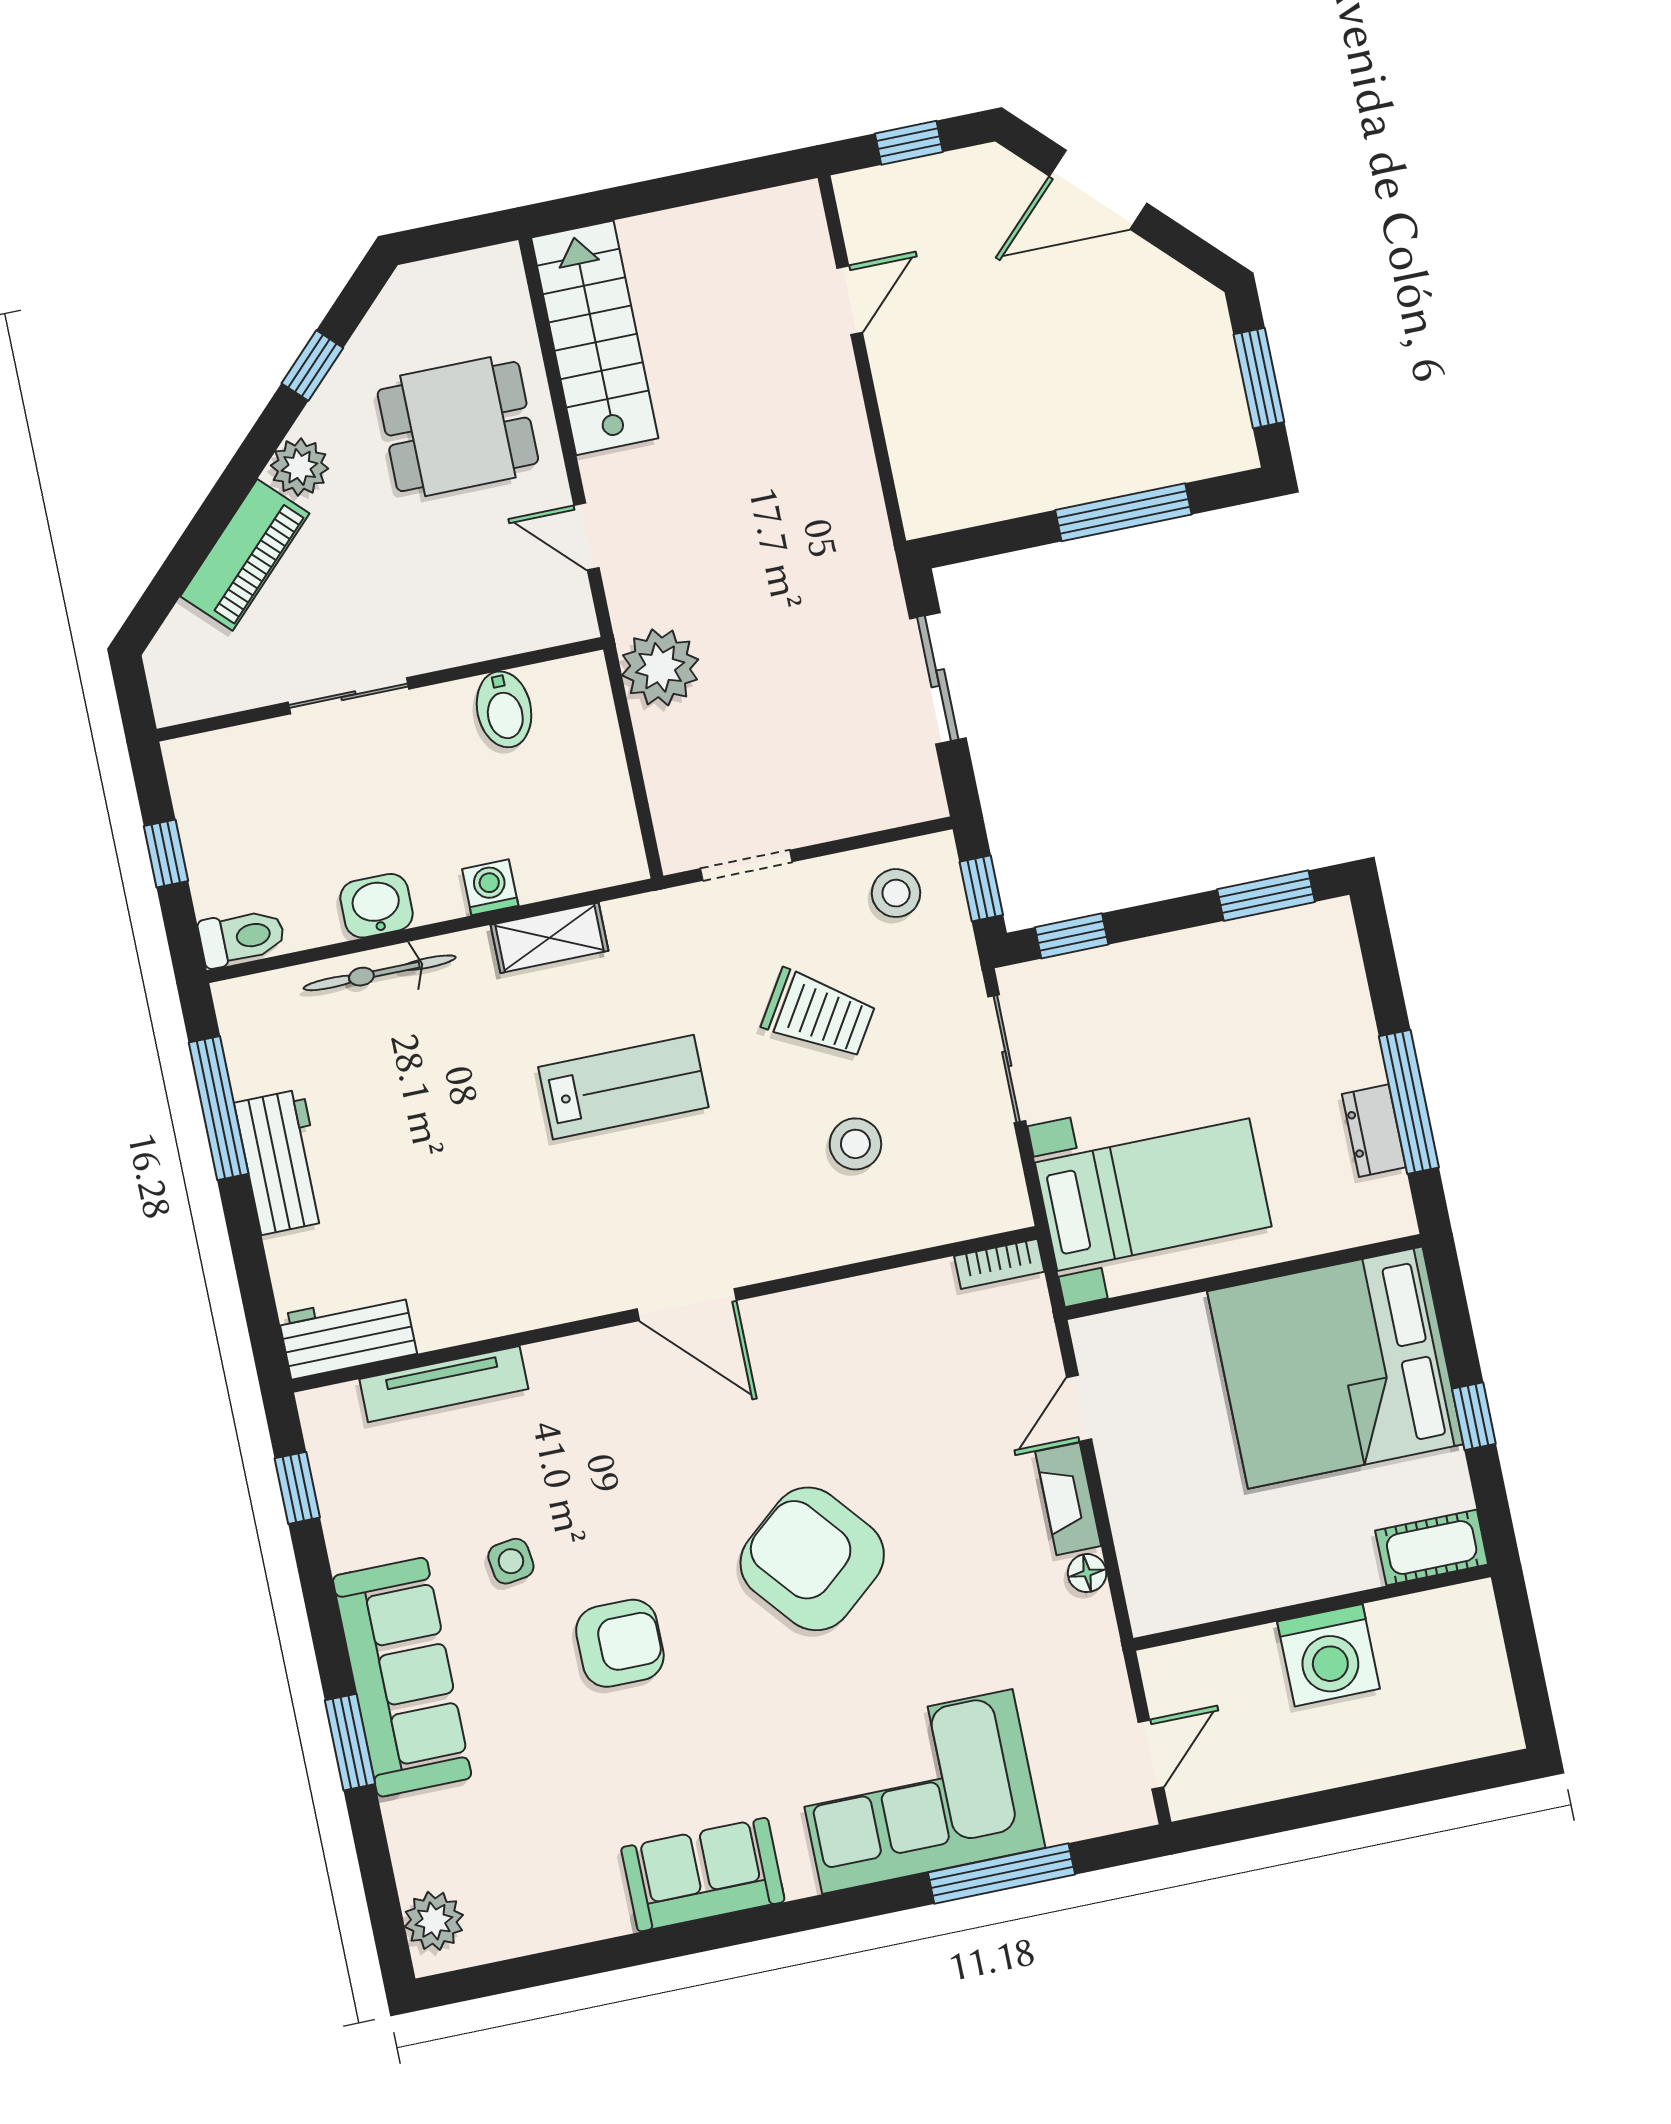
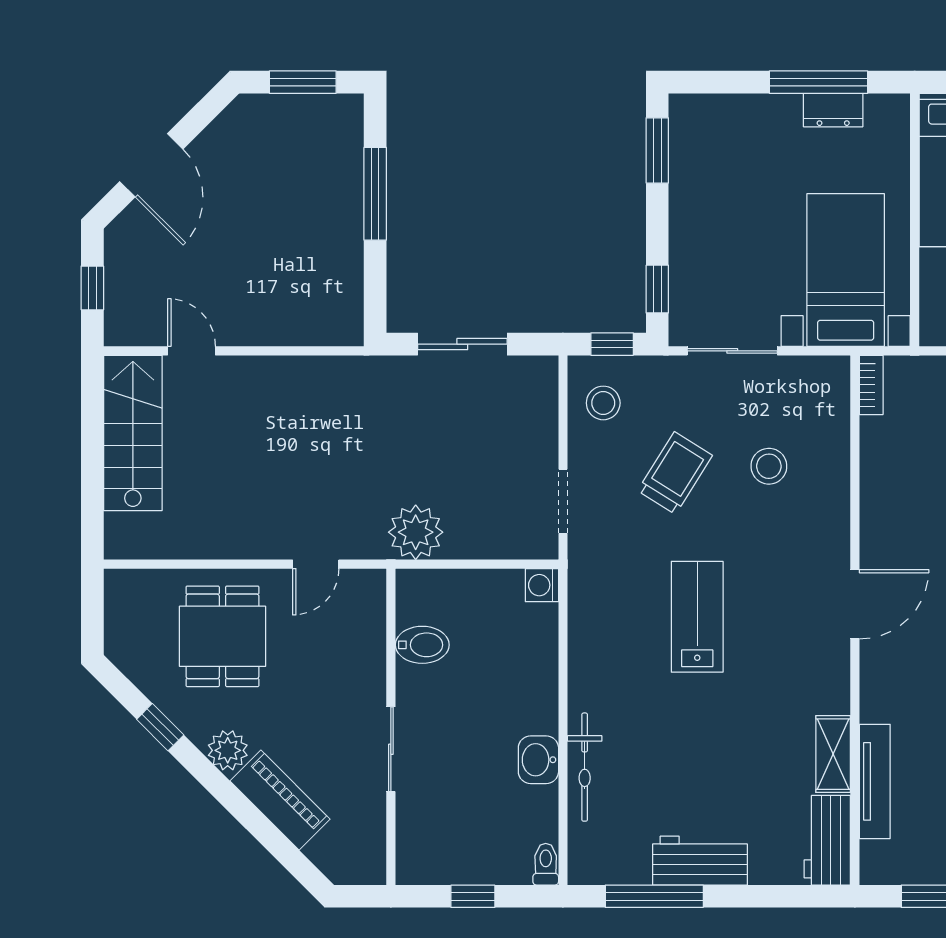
stairs: (595, 338) -> (133, 433), moved, turned 90
washing machine: (490, 887) -> (542, 585), moved
toilet: (242, 937) -> (546, 864), width x0.73, depth x0.72
shelving: (550, 938) -> (833, 754), moved

